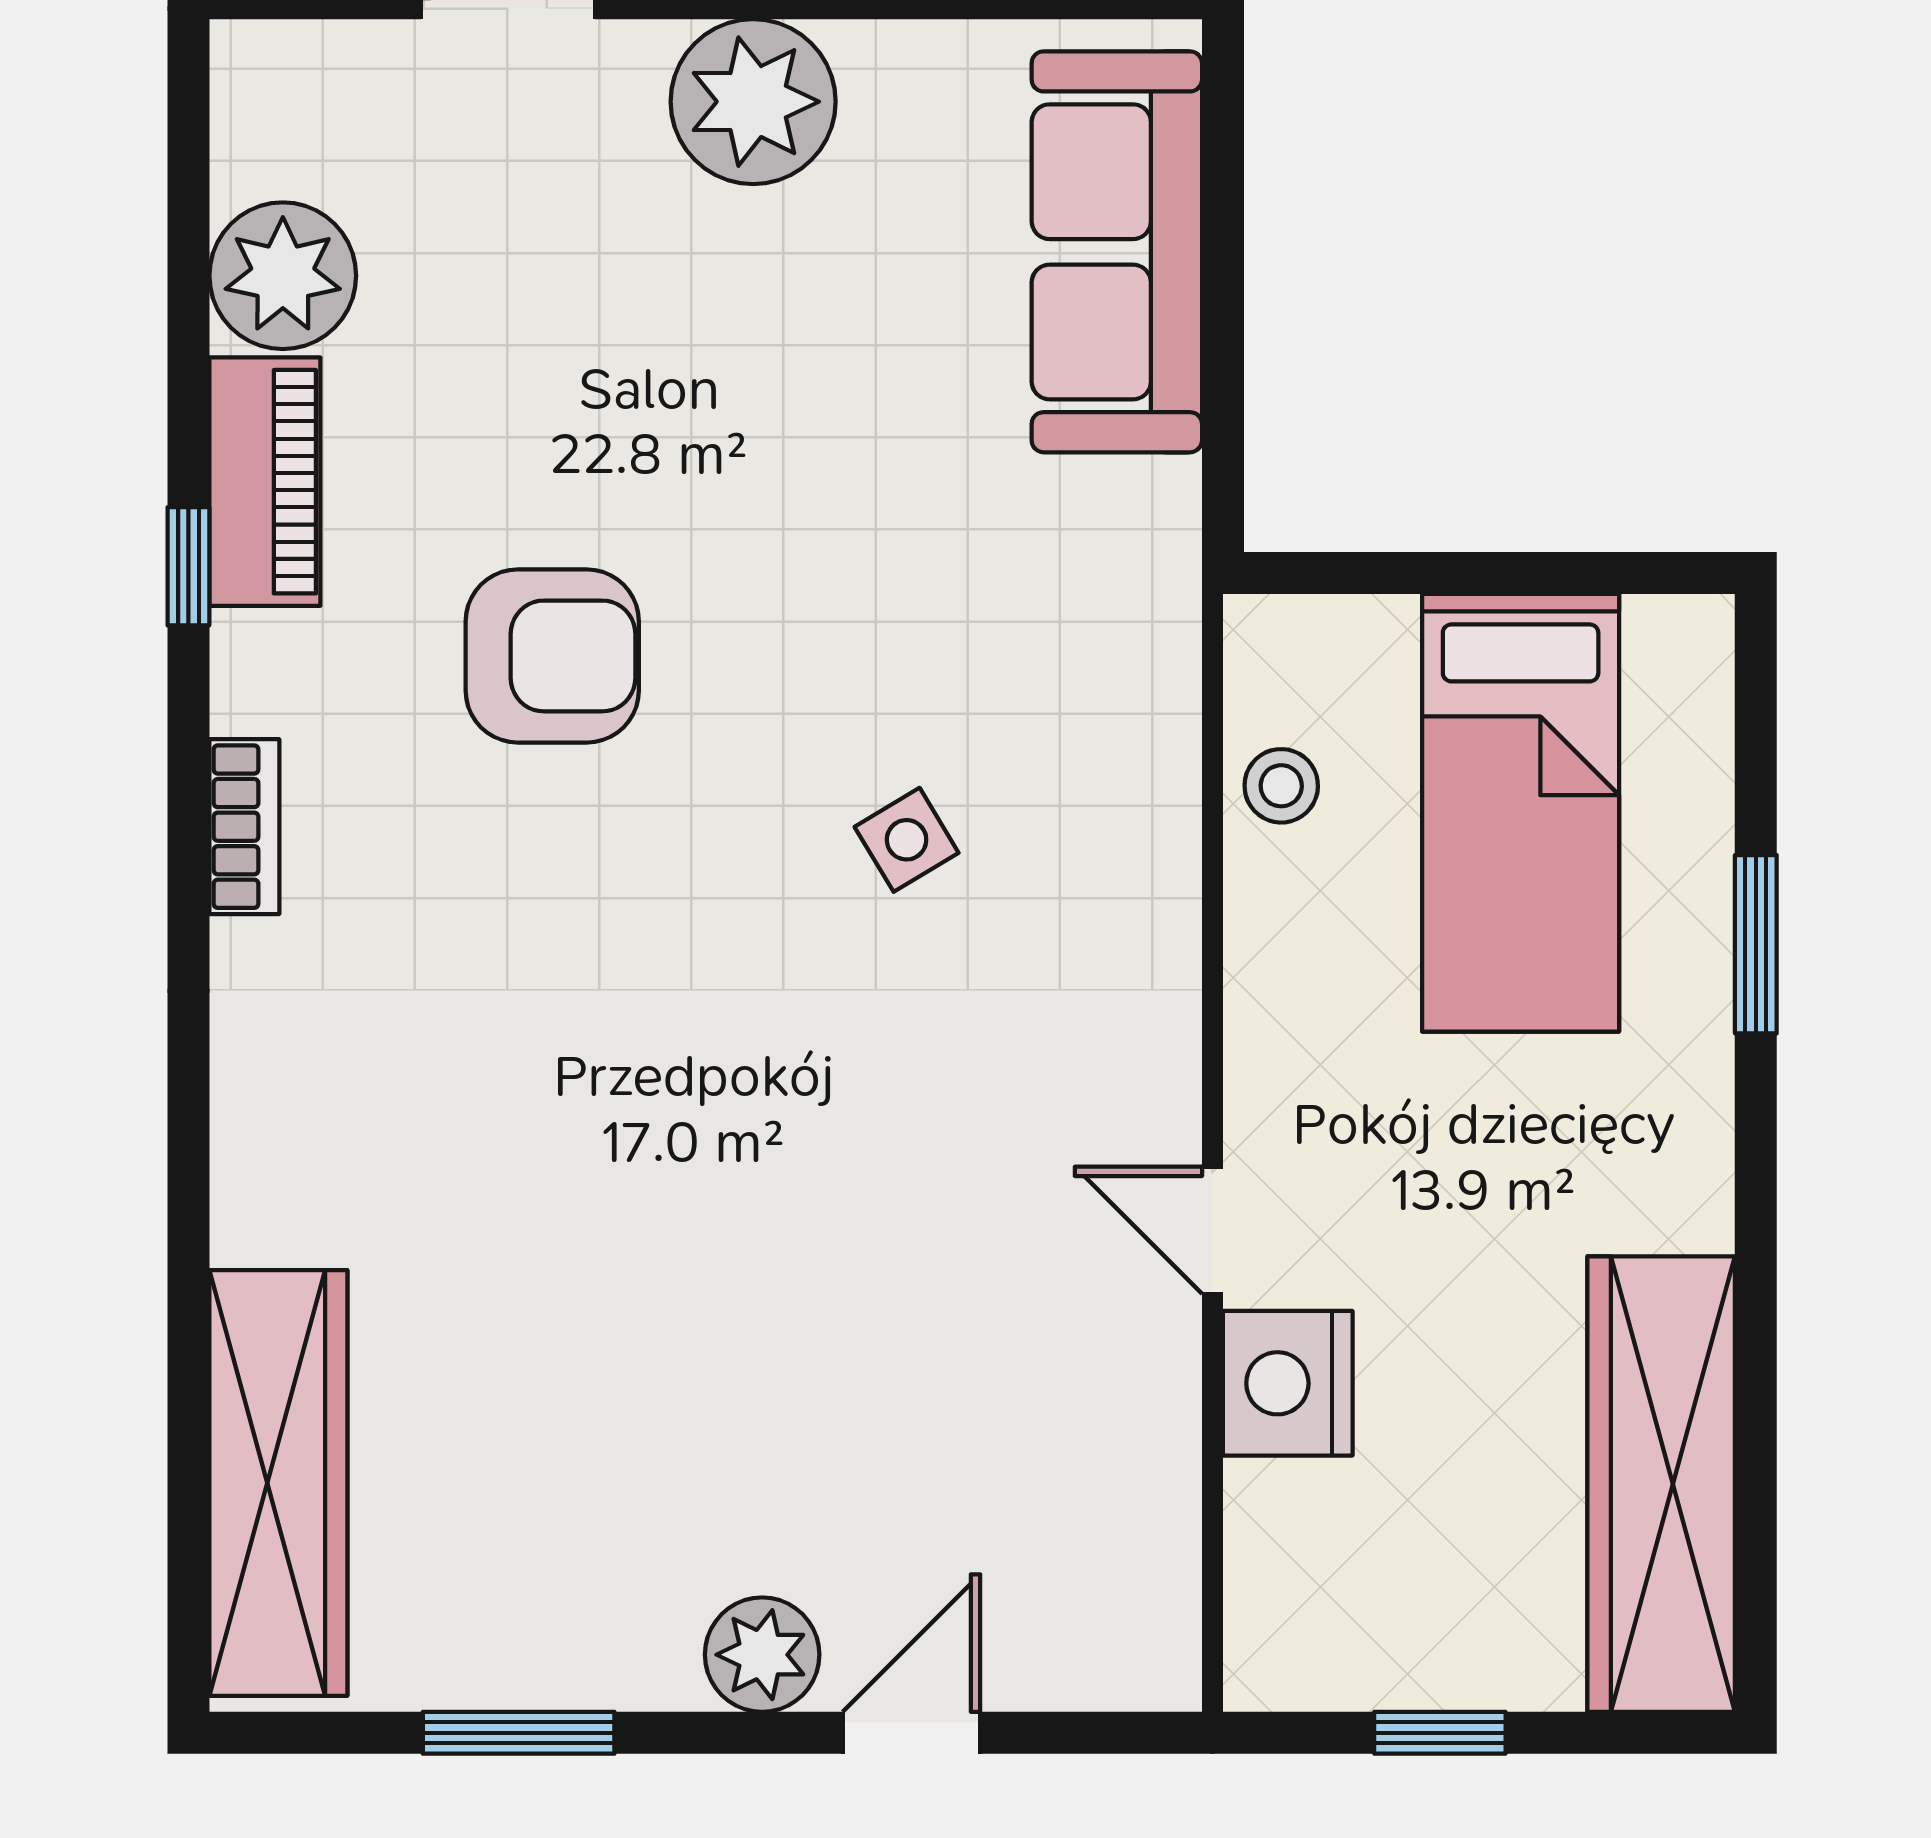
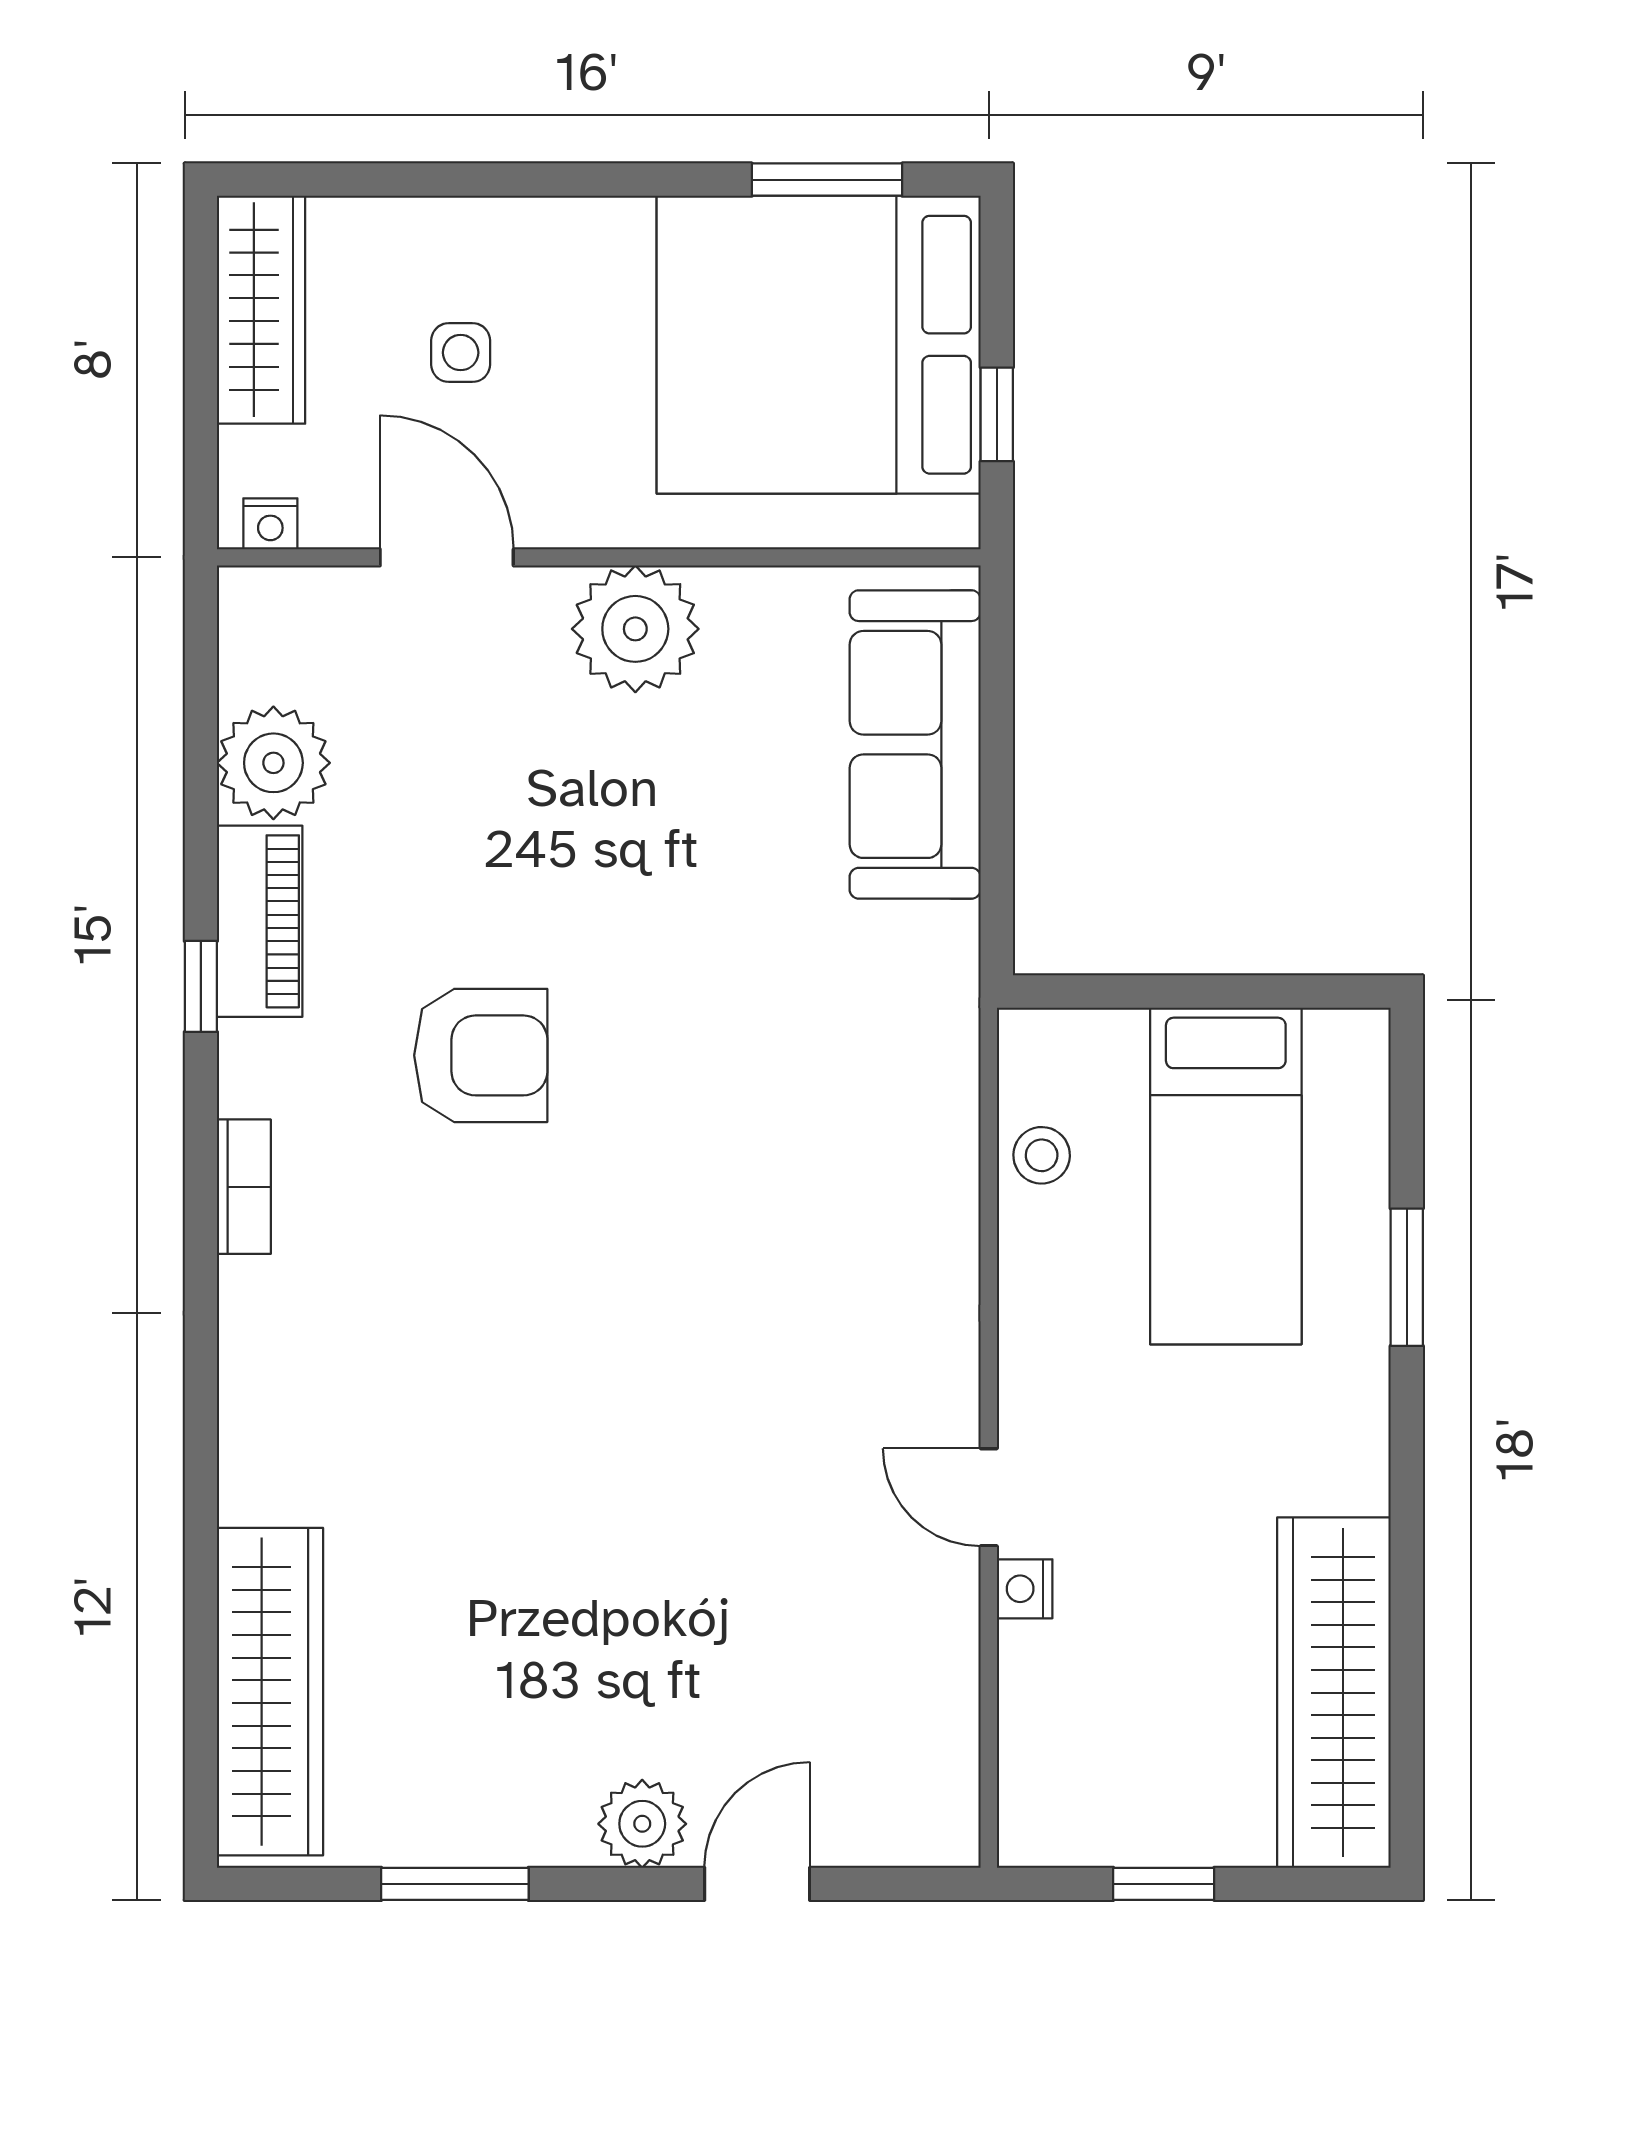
side table: (907, 840) -> (753, 1197), removed
nightstand: (1288, 1383) -> (1025, 1589), width x0.53, depth x0.56

